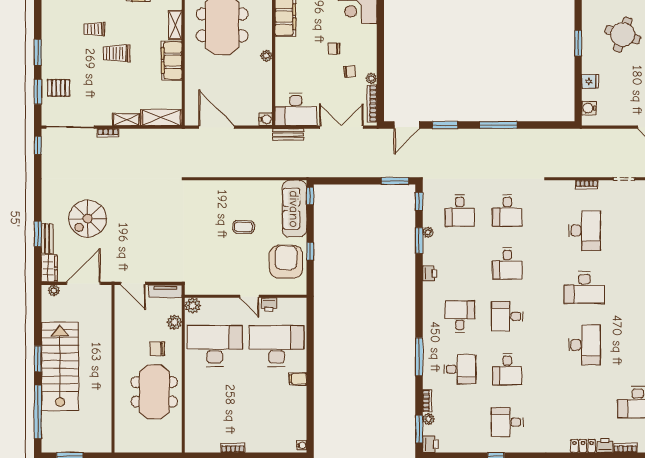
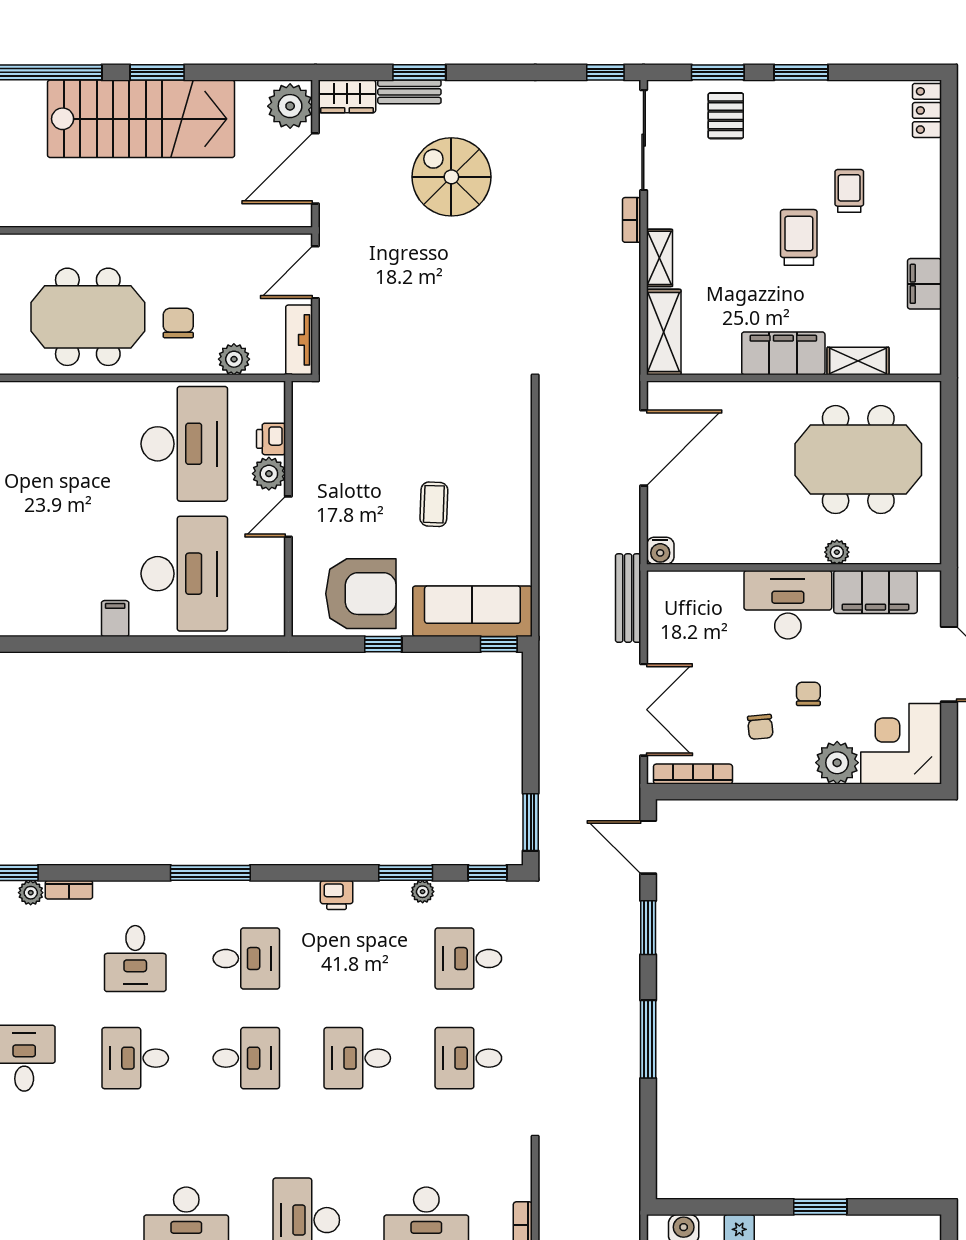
plant: (266, 56) -> (837, 552), moved
plant: (371, 78) -> (837, 763), moved, width x1.88, depth x1.88
desk: (296, 109) -> (788, 605), moved, turned 90
bench: (288, 134) -> (628, 598), width x1.36
door: (84, 283) -> (315, 168), swing flipped
plant: (54, 291) -> (290, 106), width x1.88, depth x1.88
printer: (269, 305) -> (271, 439), moved
plant: (193, 306) -> (269, 474), moved
desk: (507, 316) -> (246, 1058), turned 90
window: (419, 357) -> (210, 873), moved

